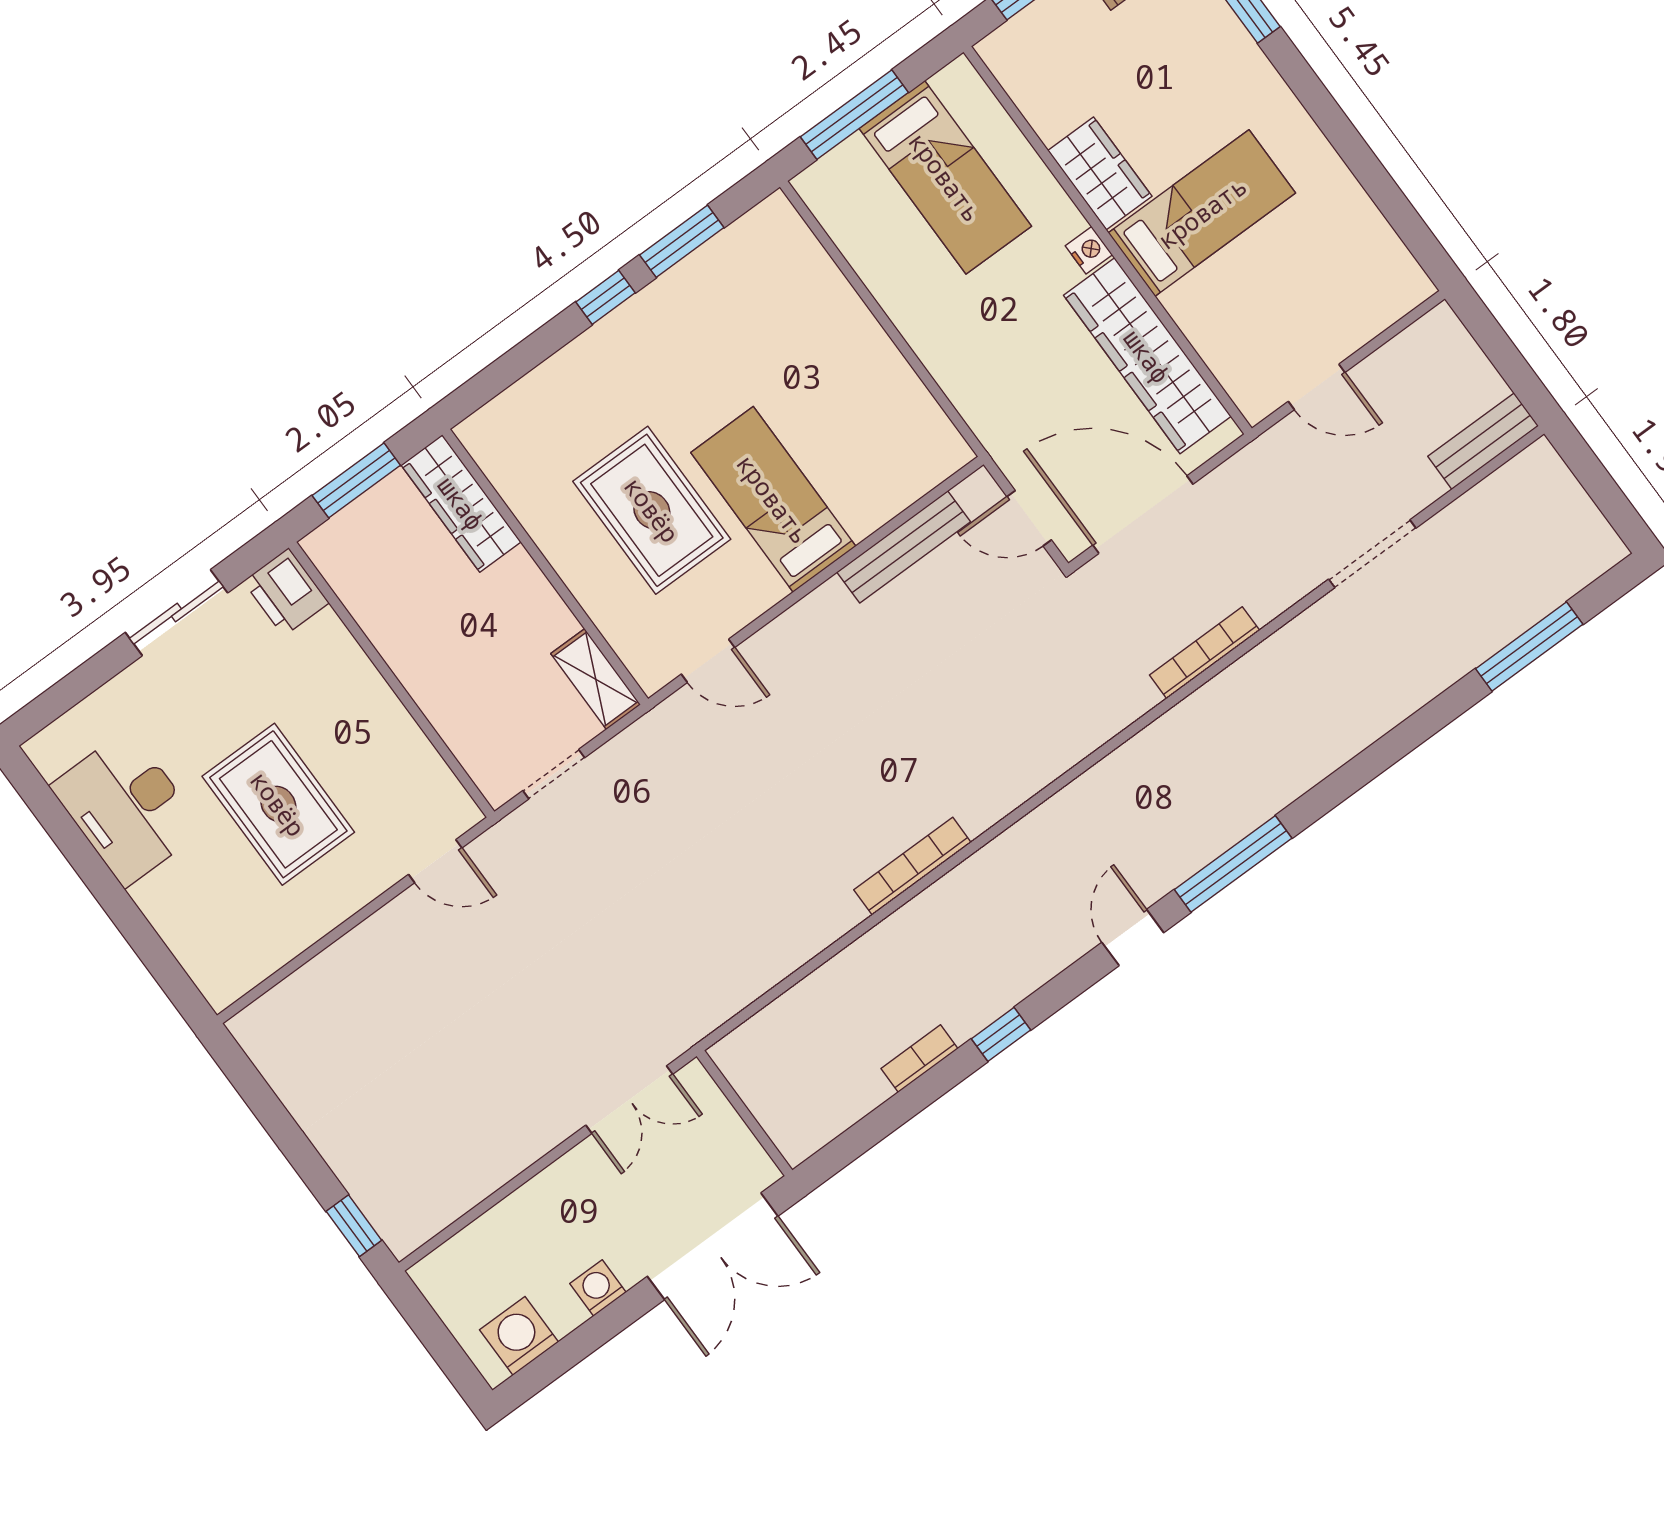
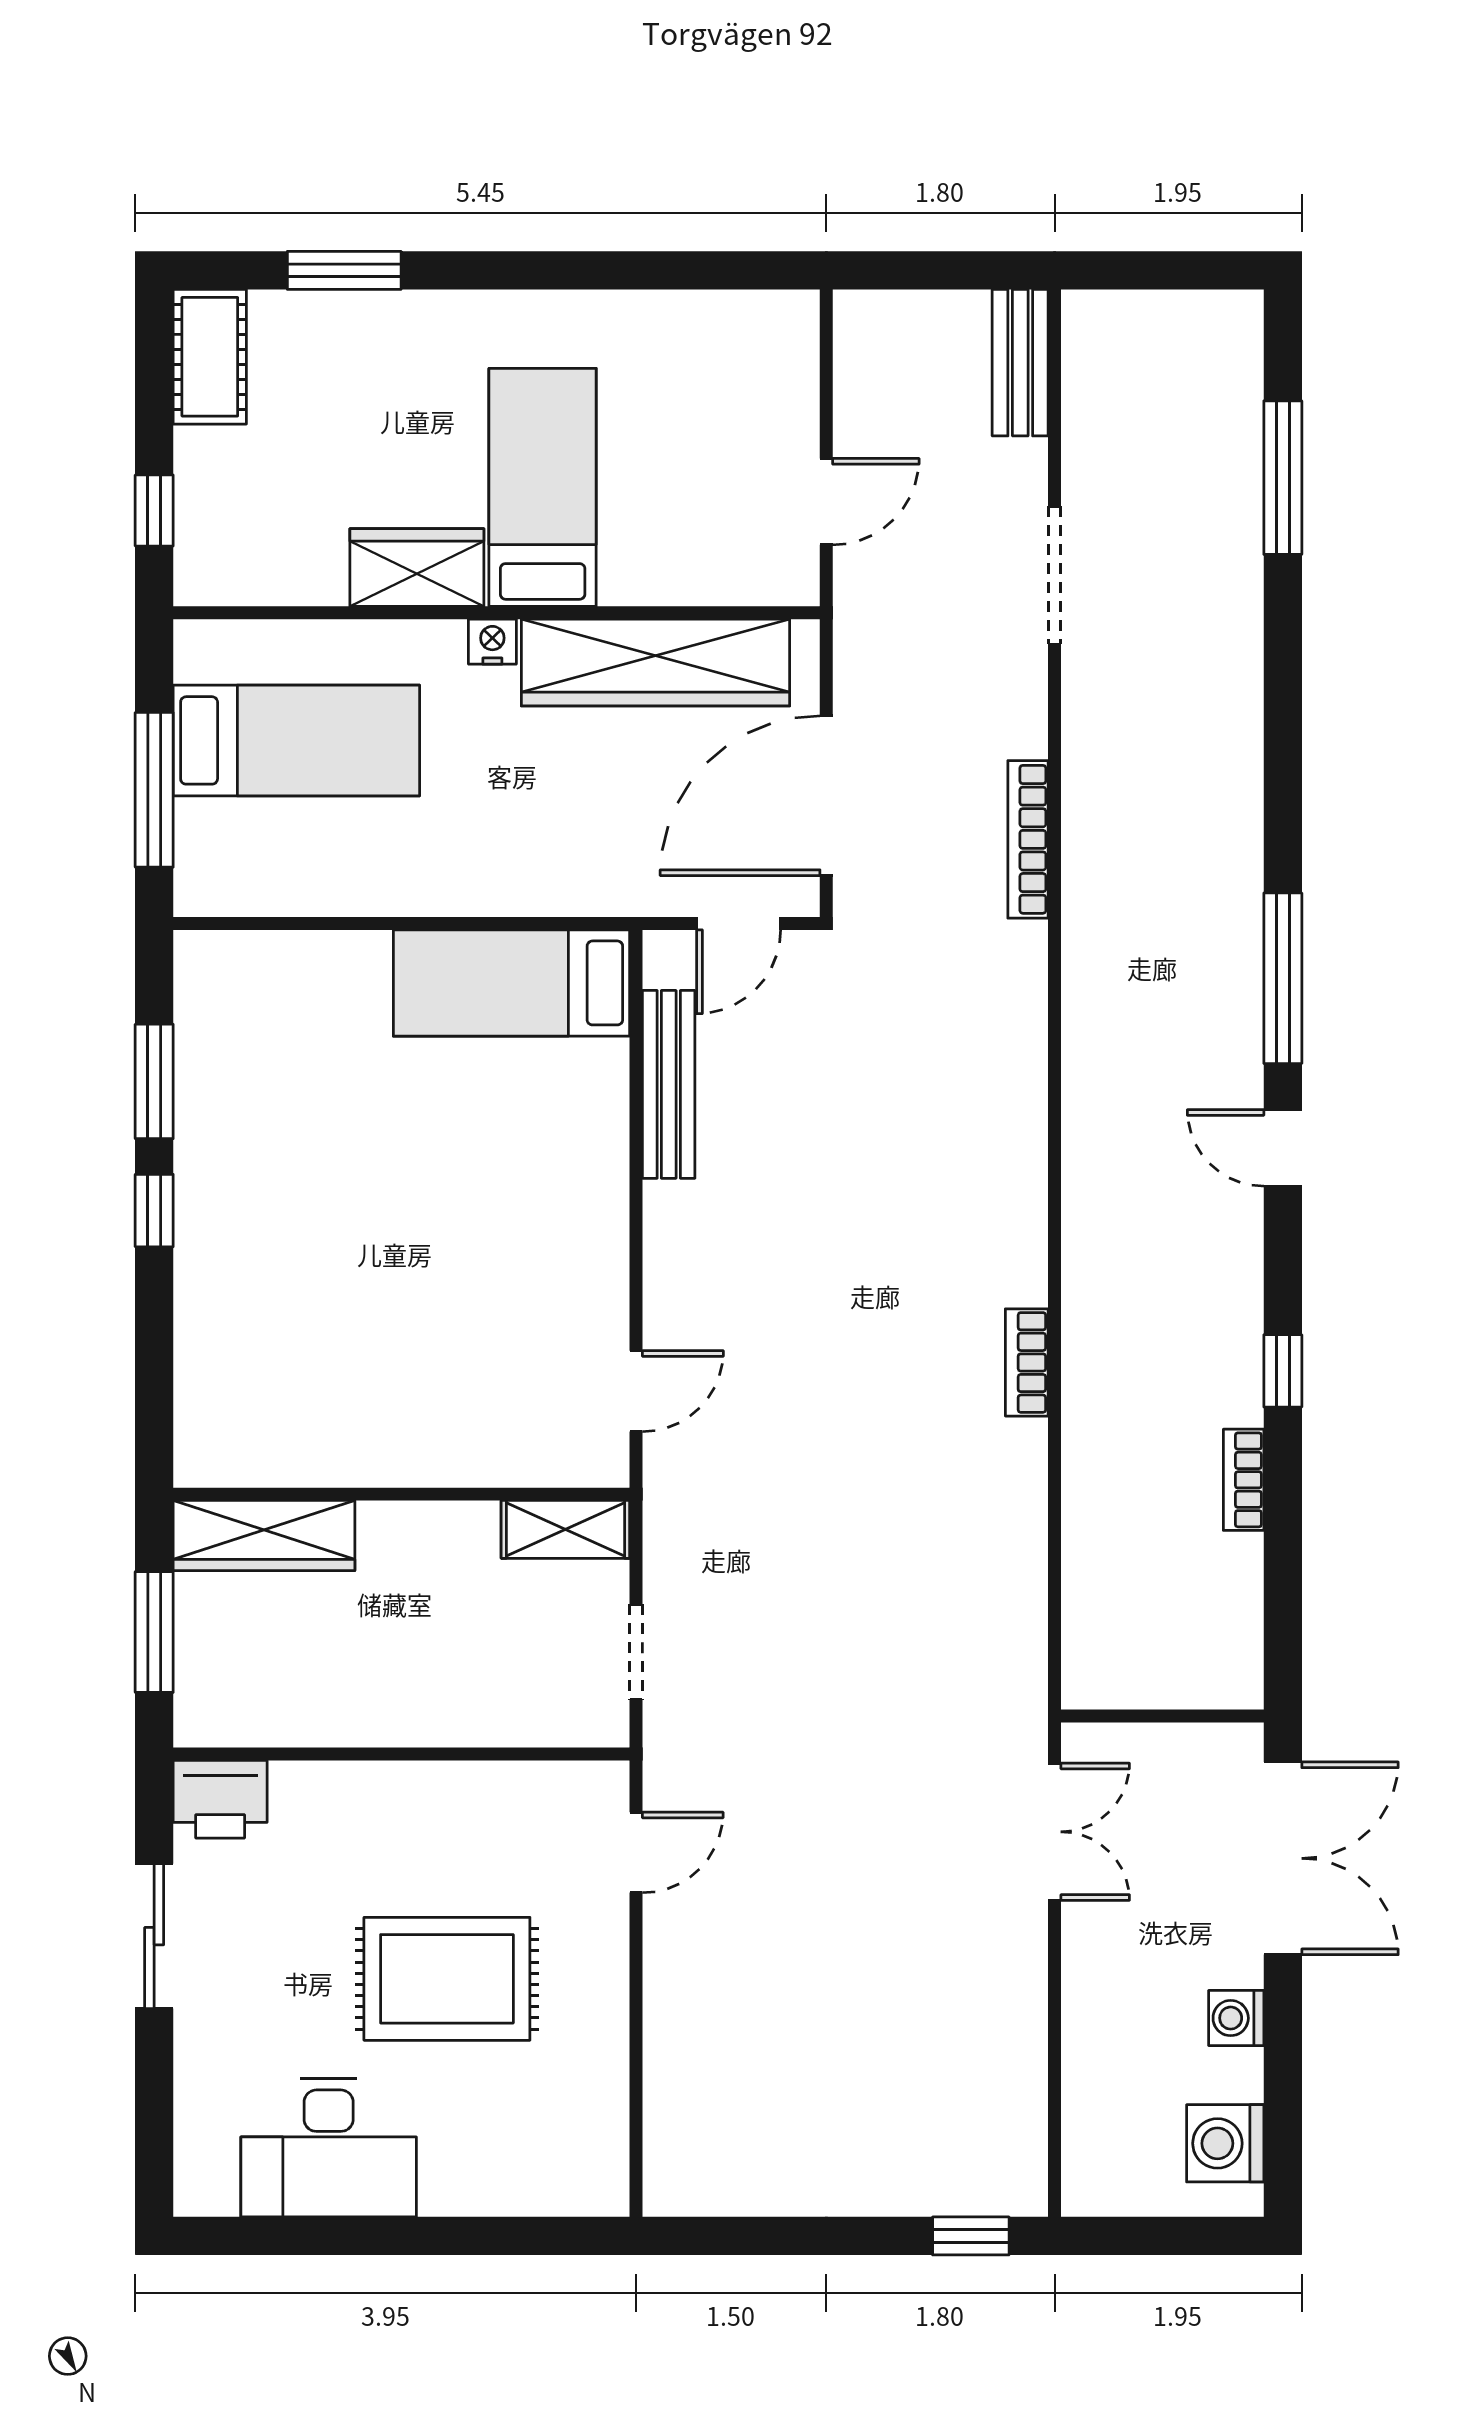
bed: (773, 499) -> (512, 983), moved
rug: (652, 510) -> (425, 1332), removed
bookcase: (913, 866) -> (1027, 1362), width x0.64

